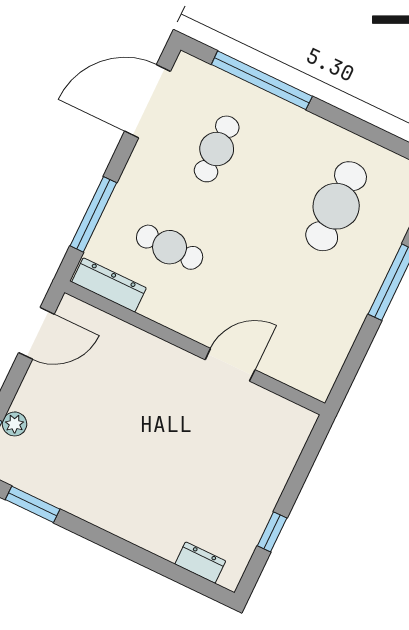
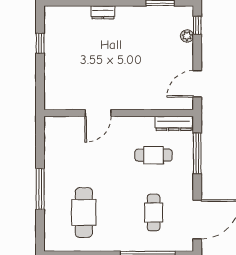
dresser: (200, 563) -> (103, 12), moved

